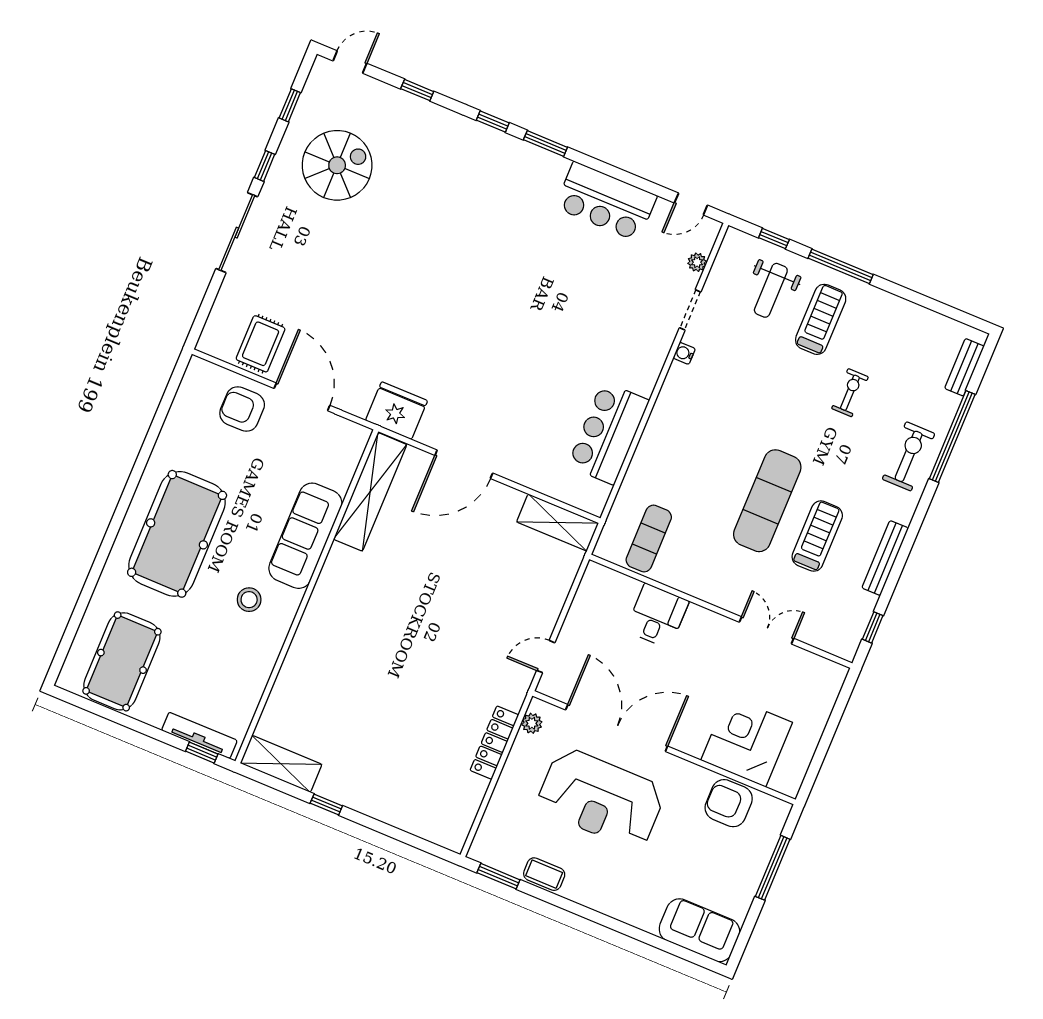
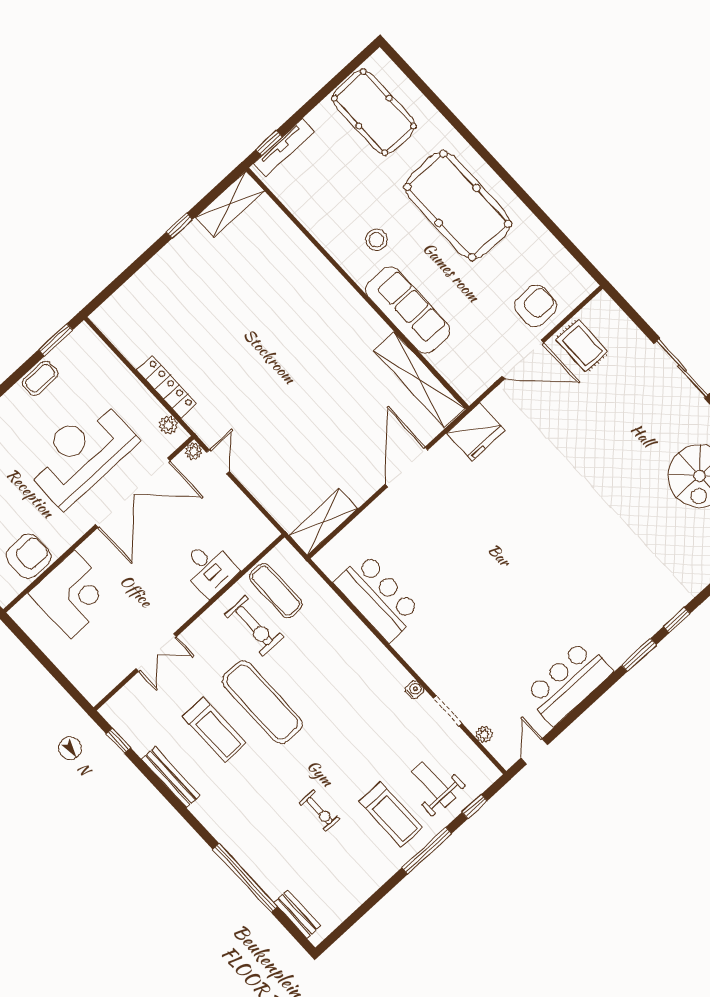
exercise bike: (909, 456) -> (254, 626), moved
plant: (547, 686) -> (194, 451), added

